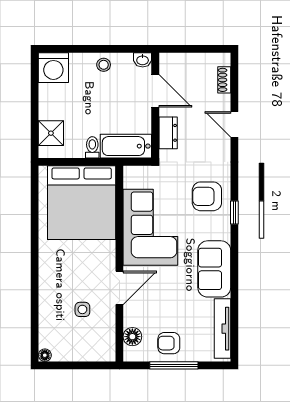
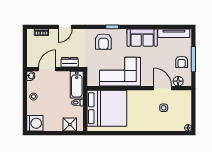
door: (119, 288) -> (163, 88), moved

